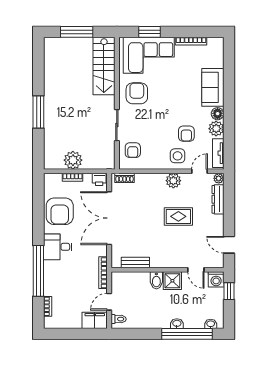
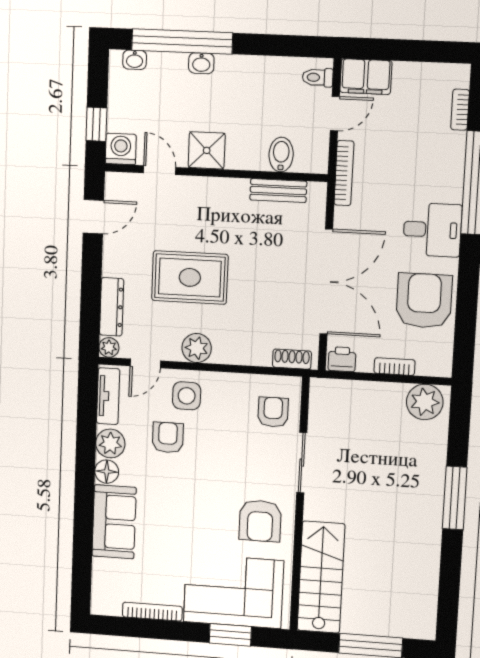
plant: (73, 160) -> (425, 402), moved
rug: (178, 216) -> (190, 277), width x1.36, depth x1.43
door: (229, 245) -> (93, 217), hinge flipped
bidet: (156, 280) -> (281, 155), moved

